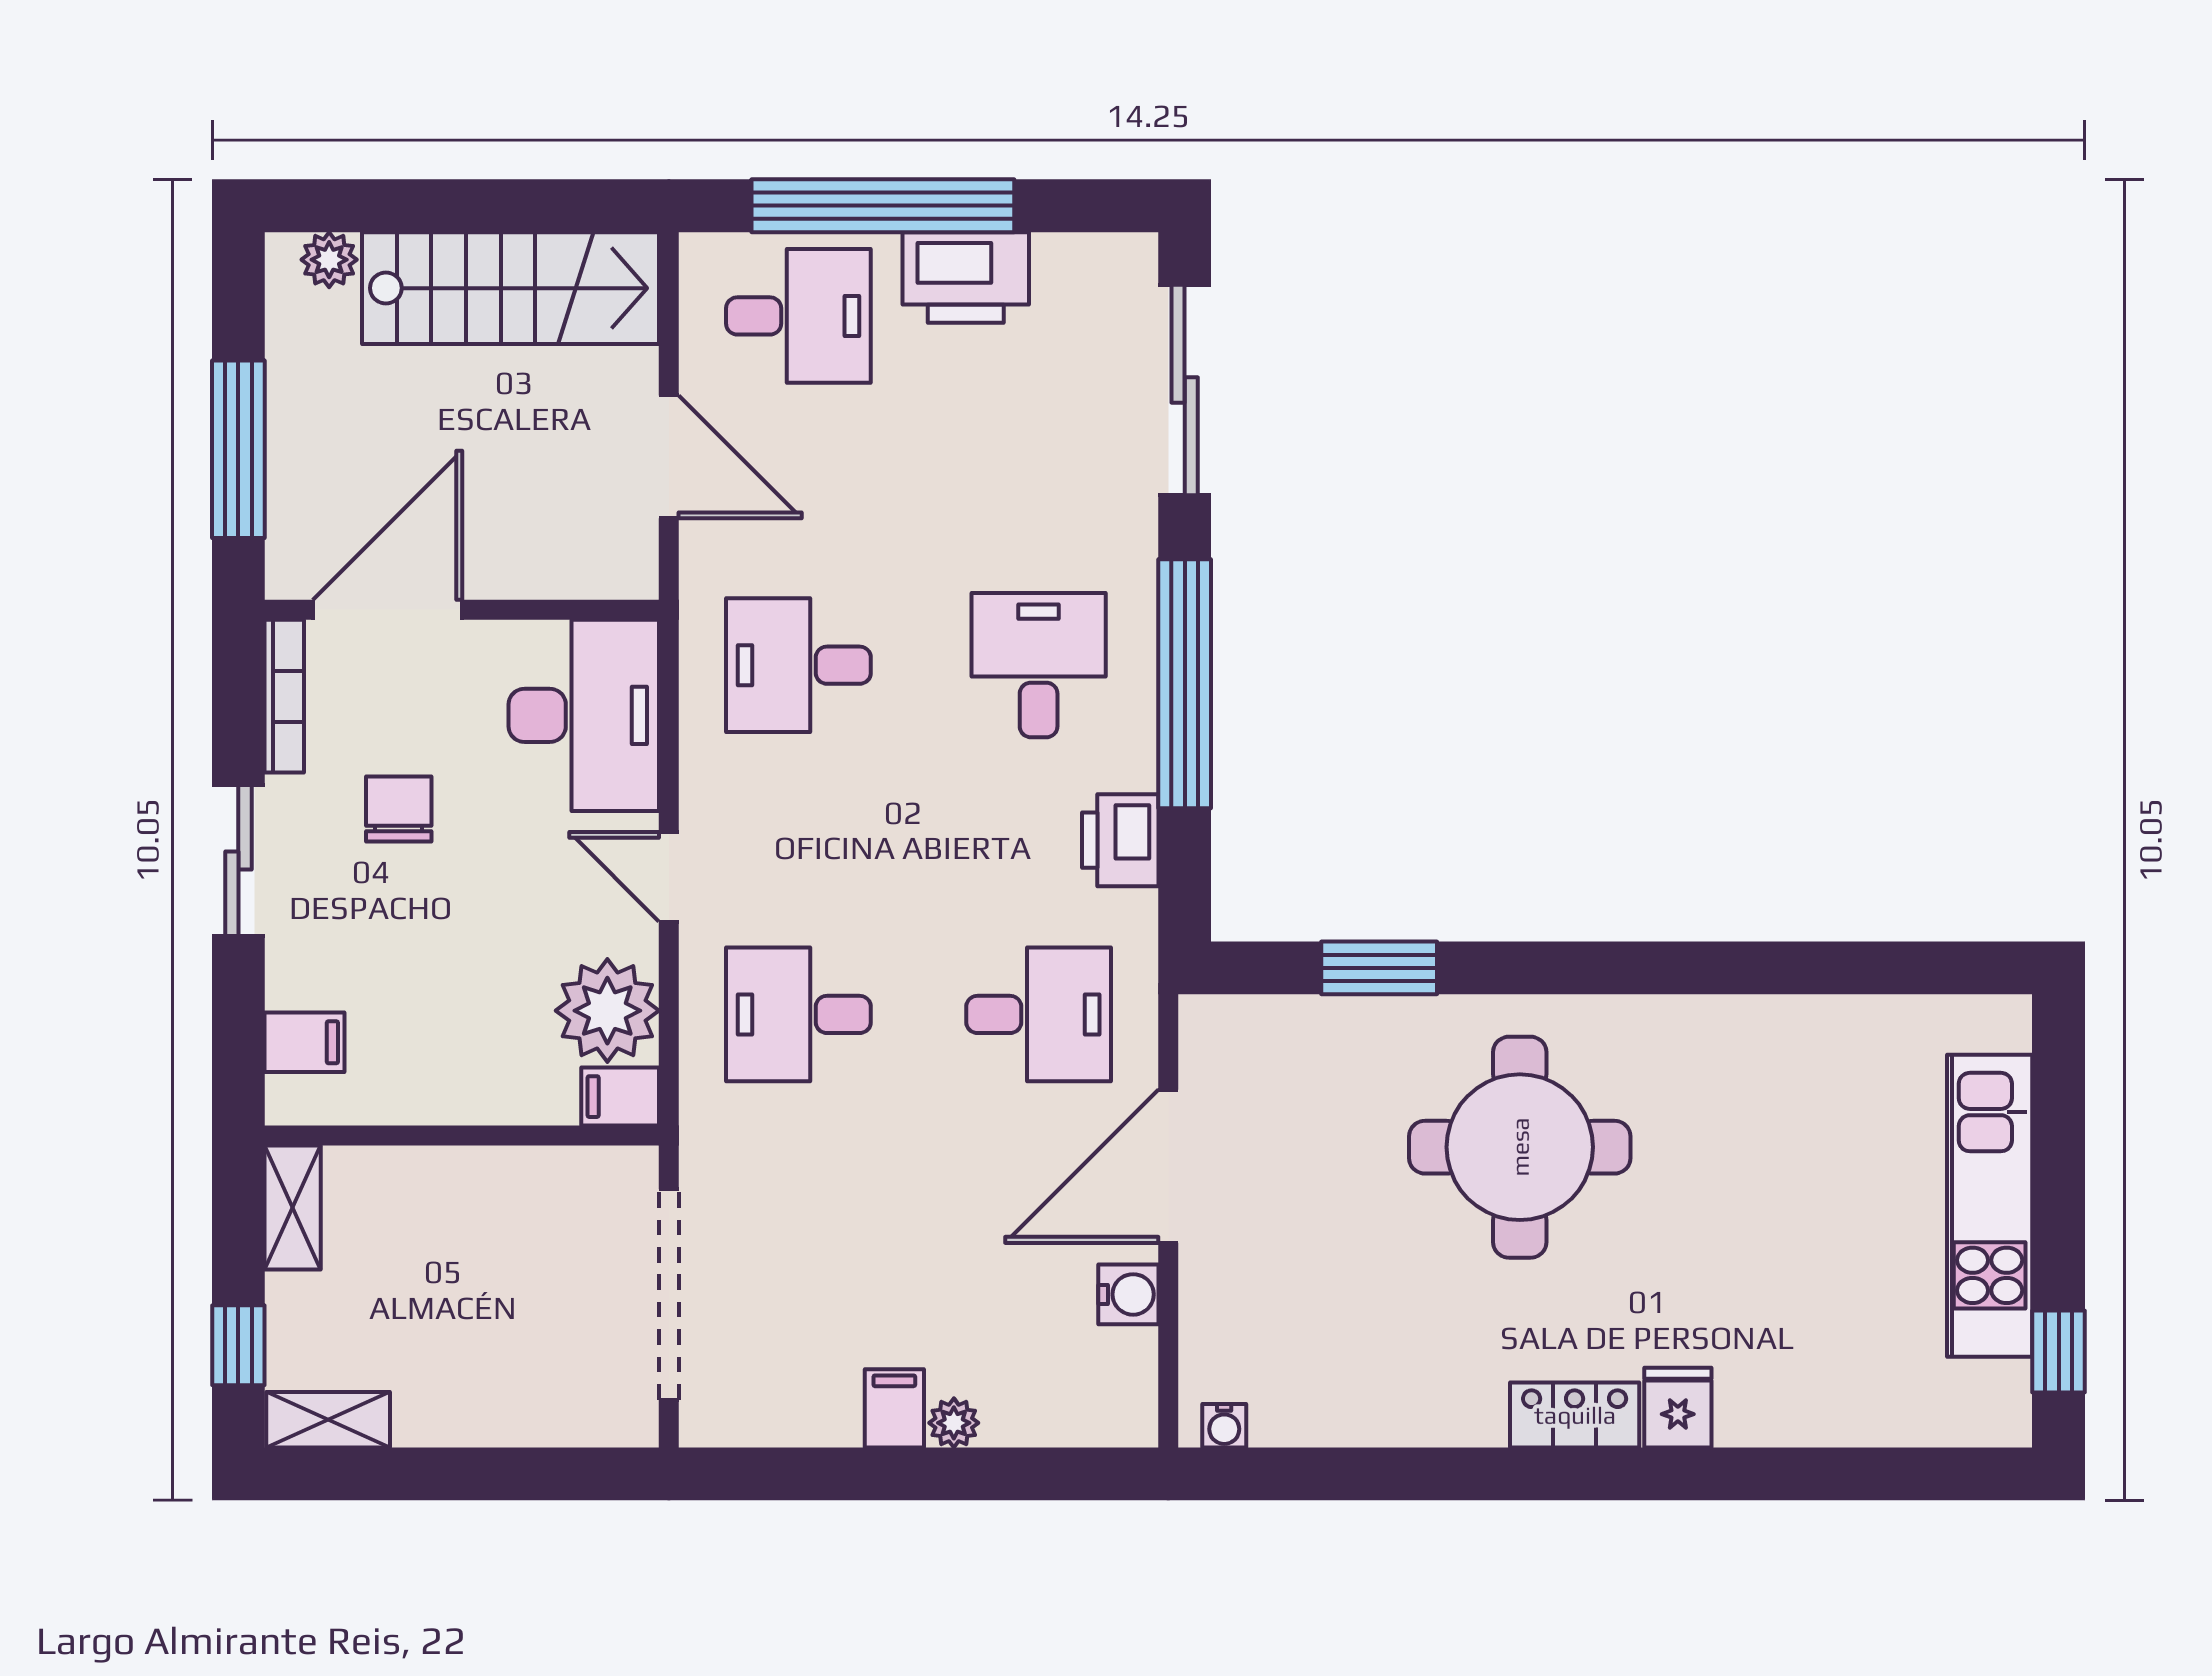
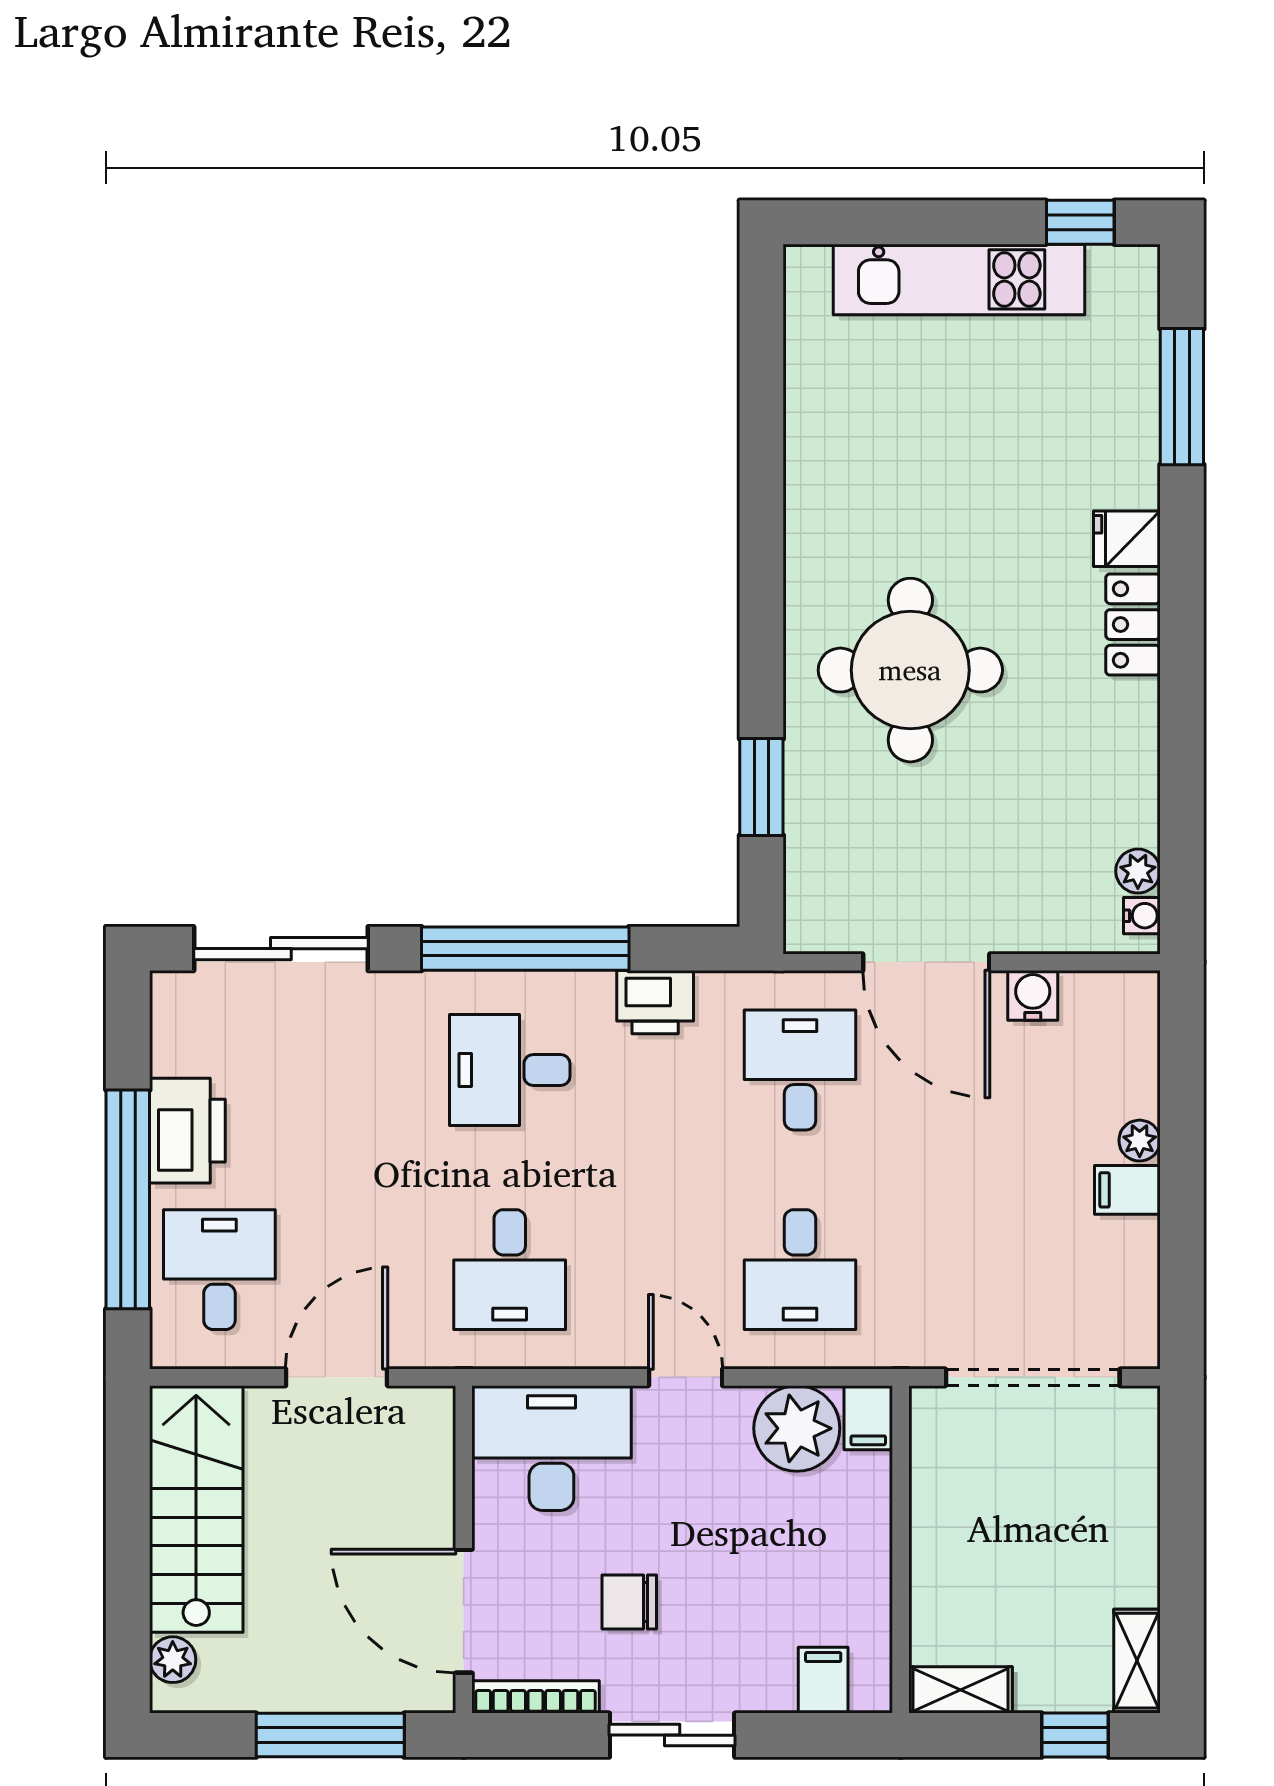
door: (669, 877) -> (686, 1377), swing flipped
plant: (1278, 1421) -> (1138, 871), added
window: (1849, 1474) -> (1182, 397), added

